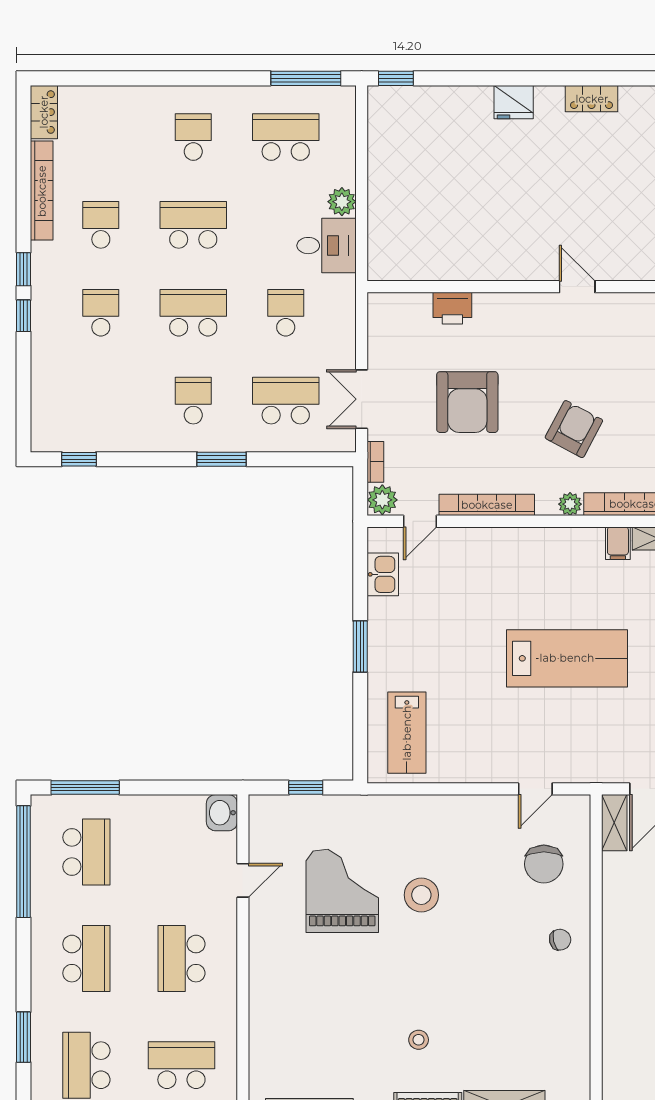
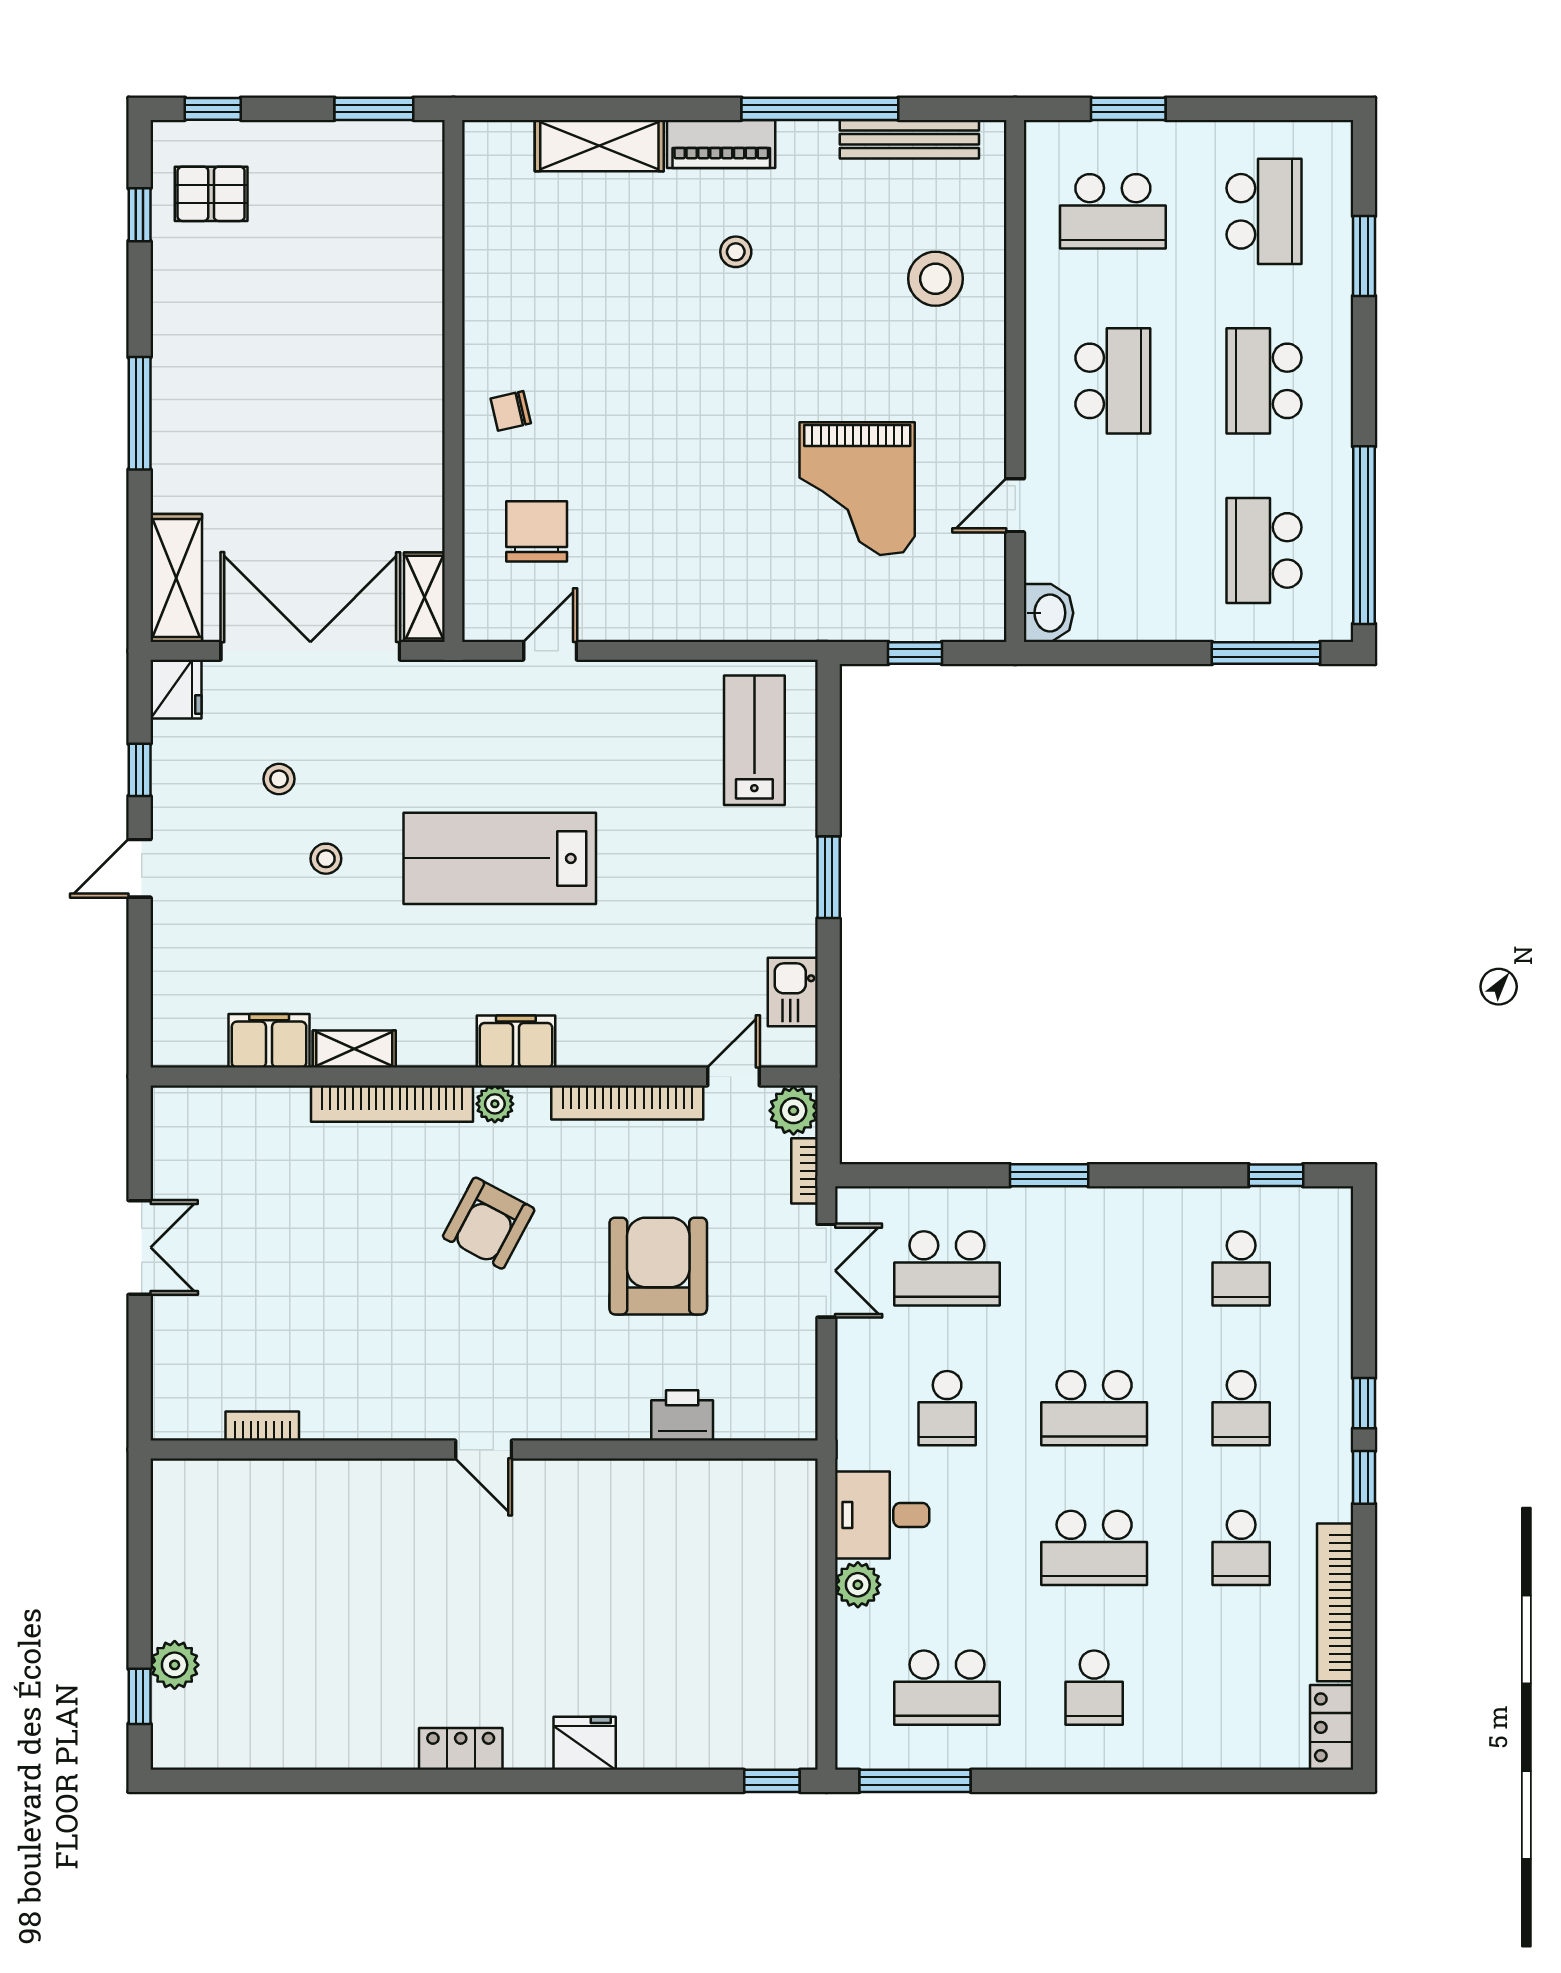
school desk: (193, 401) -> (1241, 1268), moved
filing cabinet: (618, 543) -> (516, 1042), moved, width x2.00
stool: (421, 895) -> (935, 279), moved

